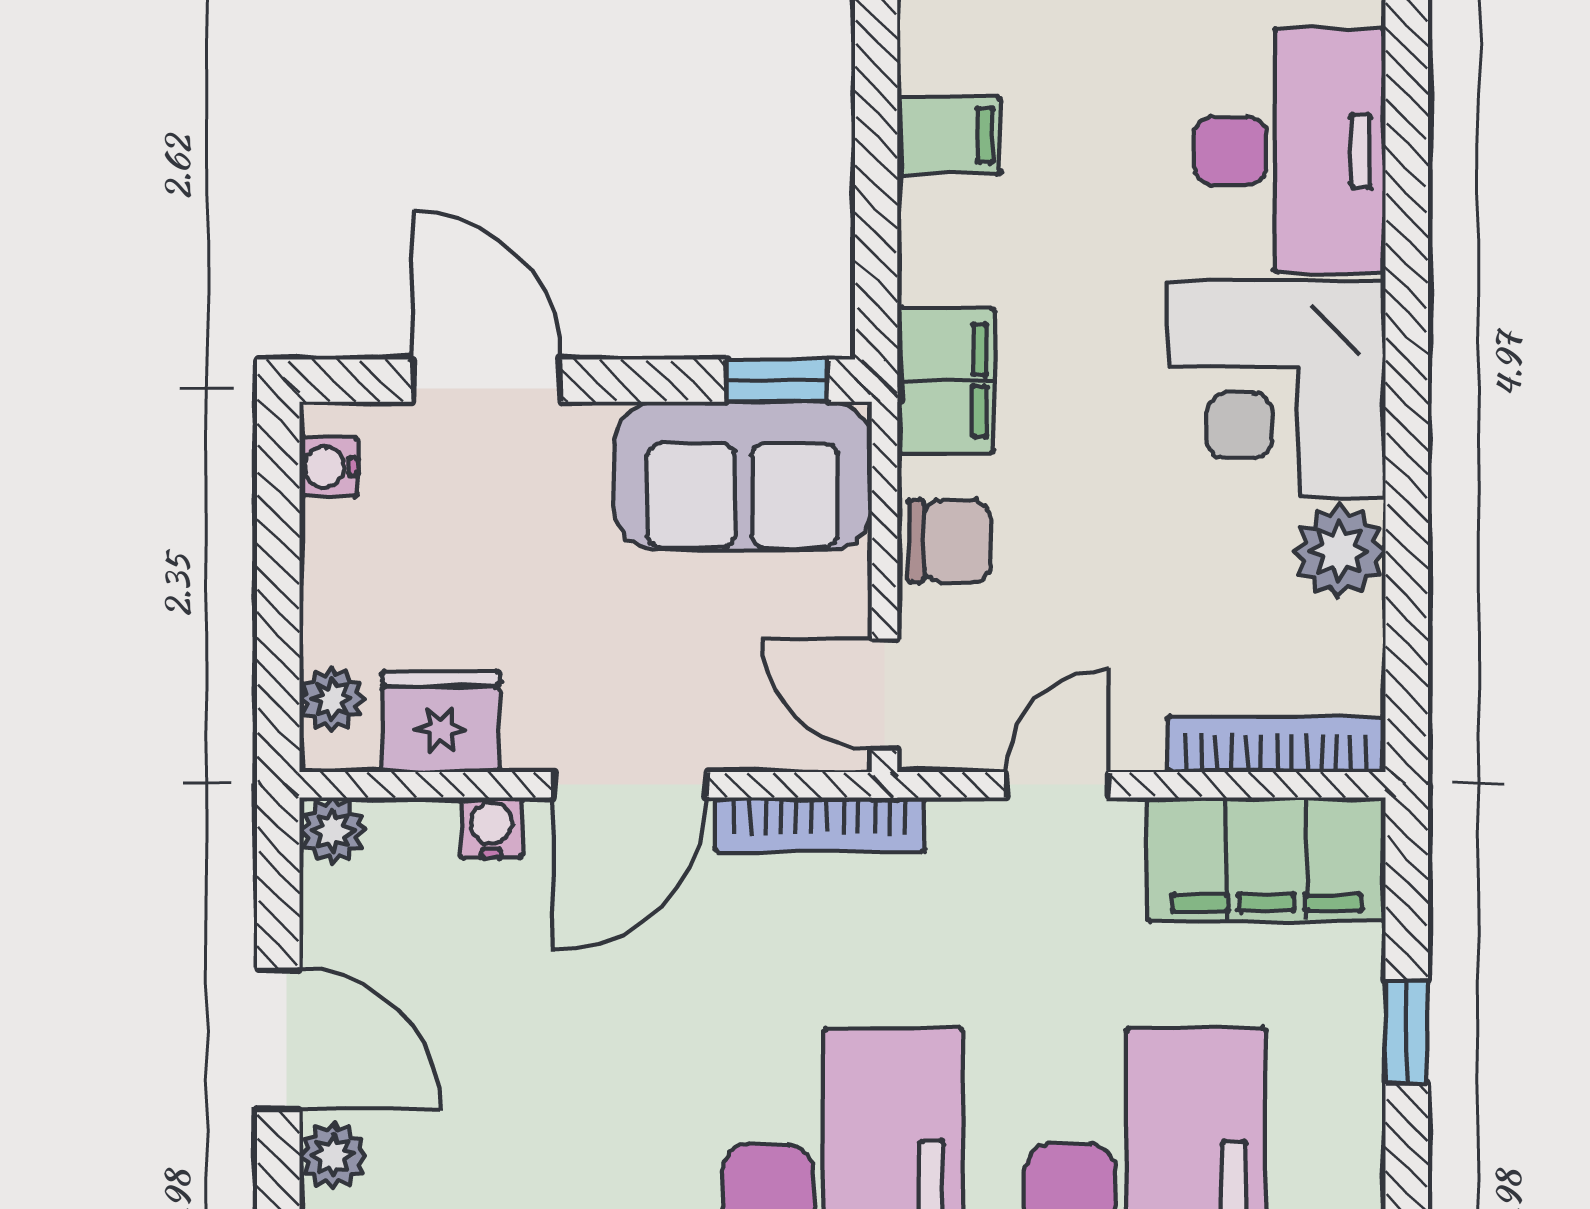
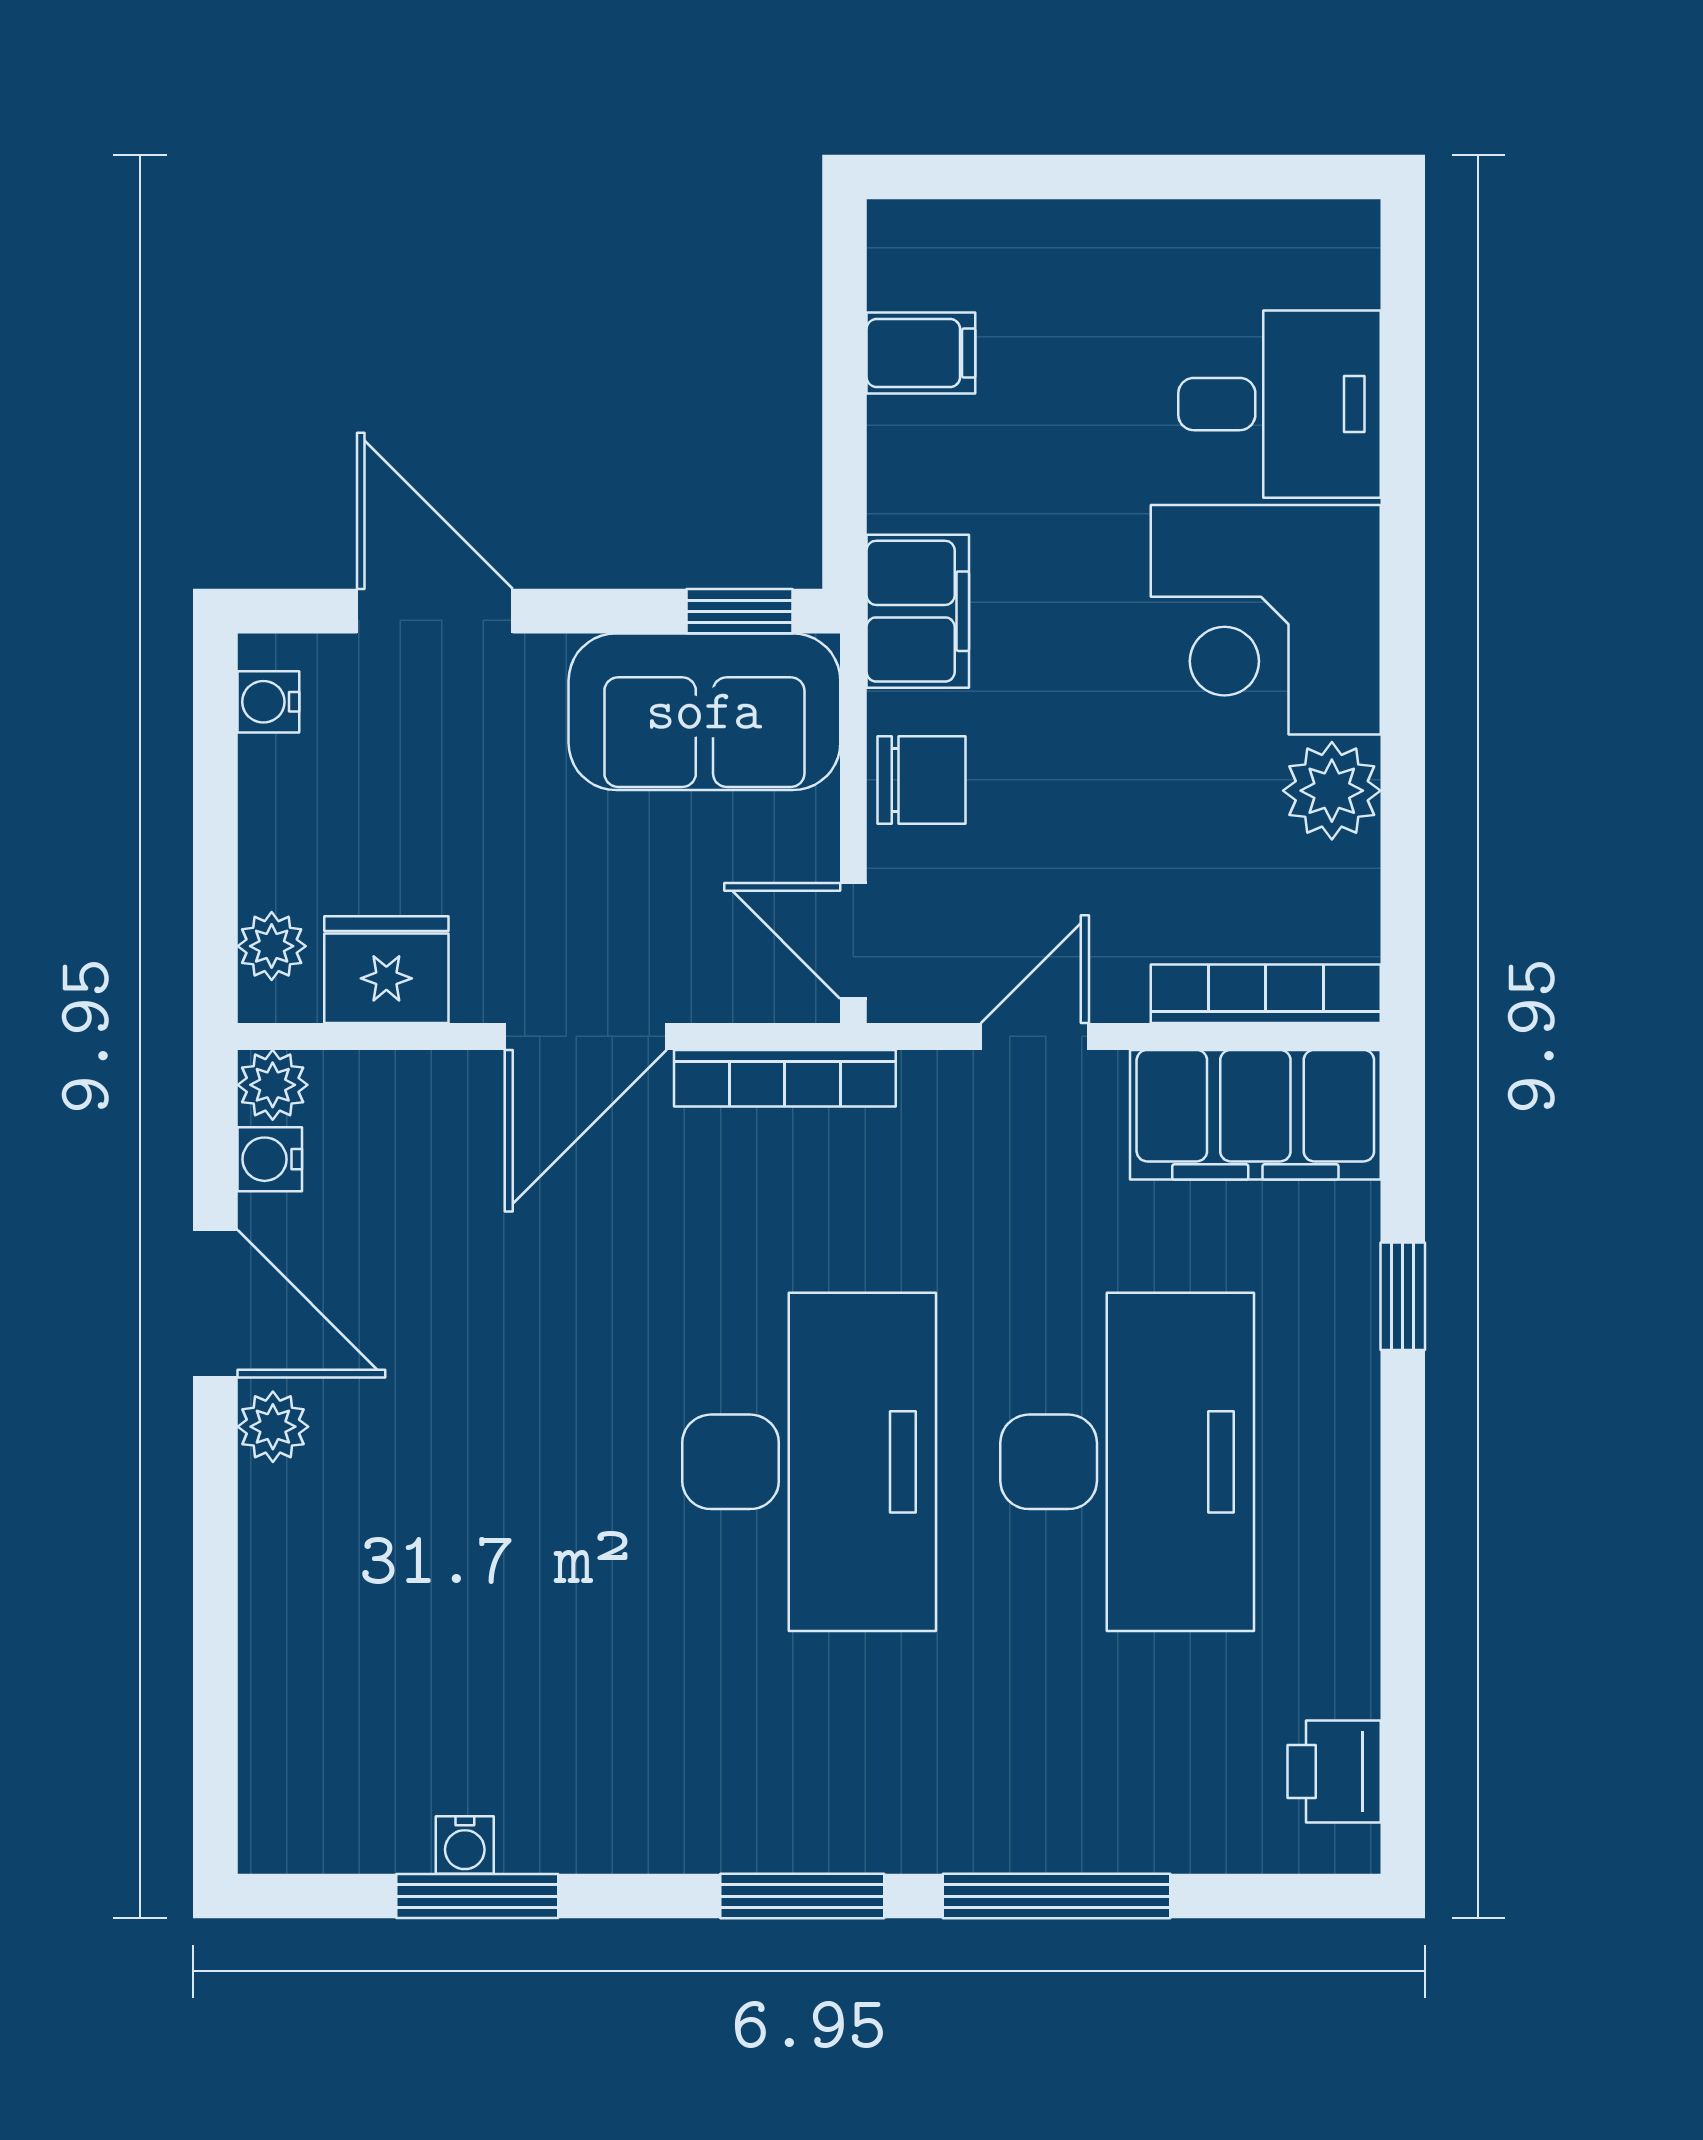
desk: (1290, 151) -> (1279, 404), width x0.73
water cooler: (491, 828) -> (270, 1159), moved, turned -90

